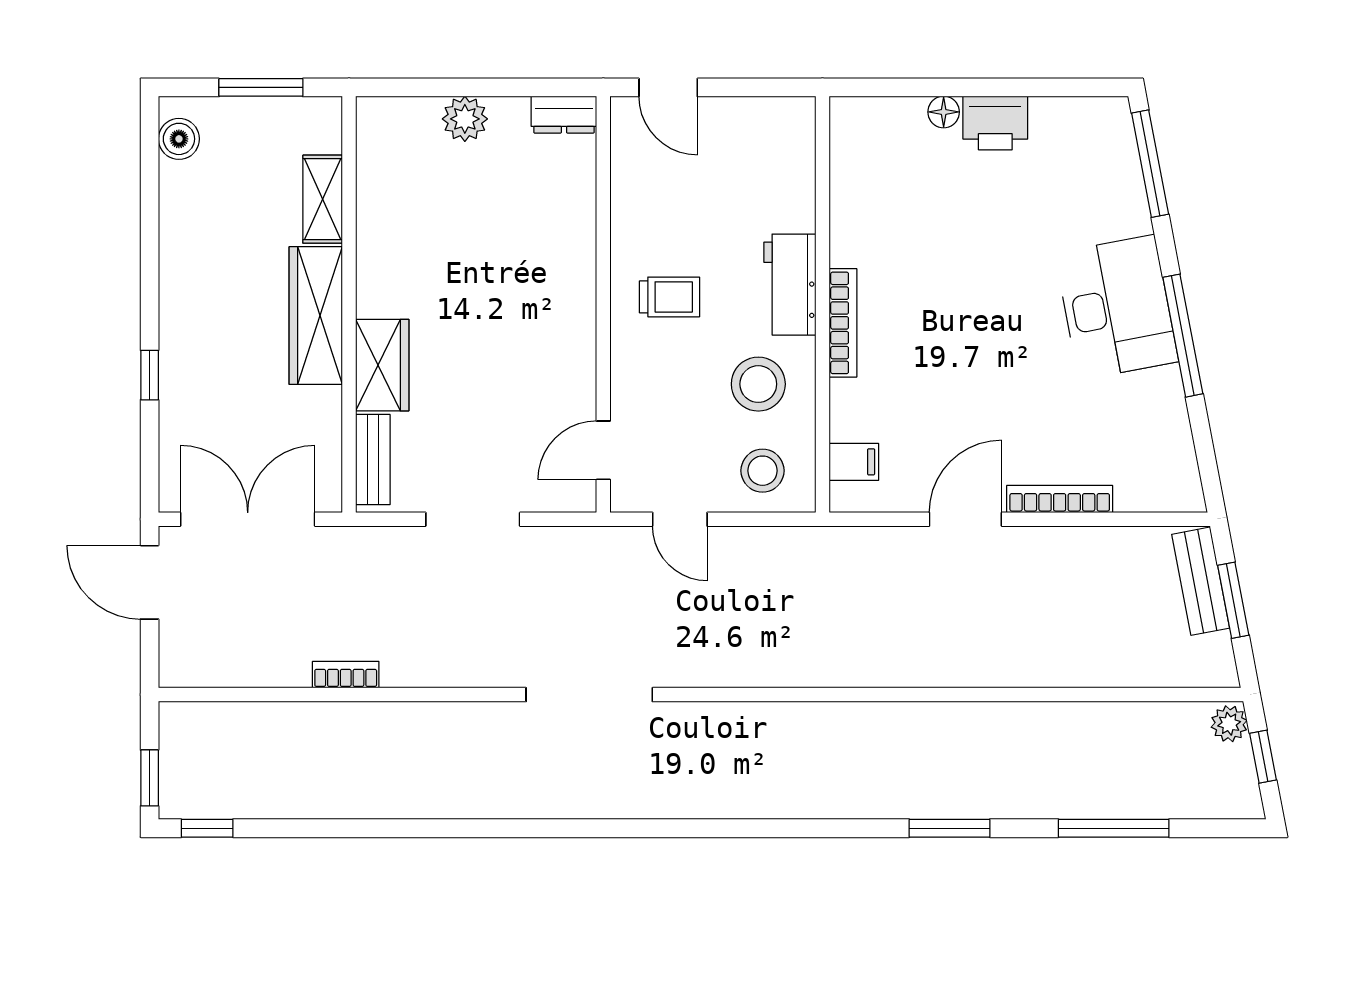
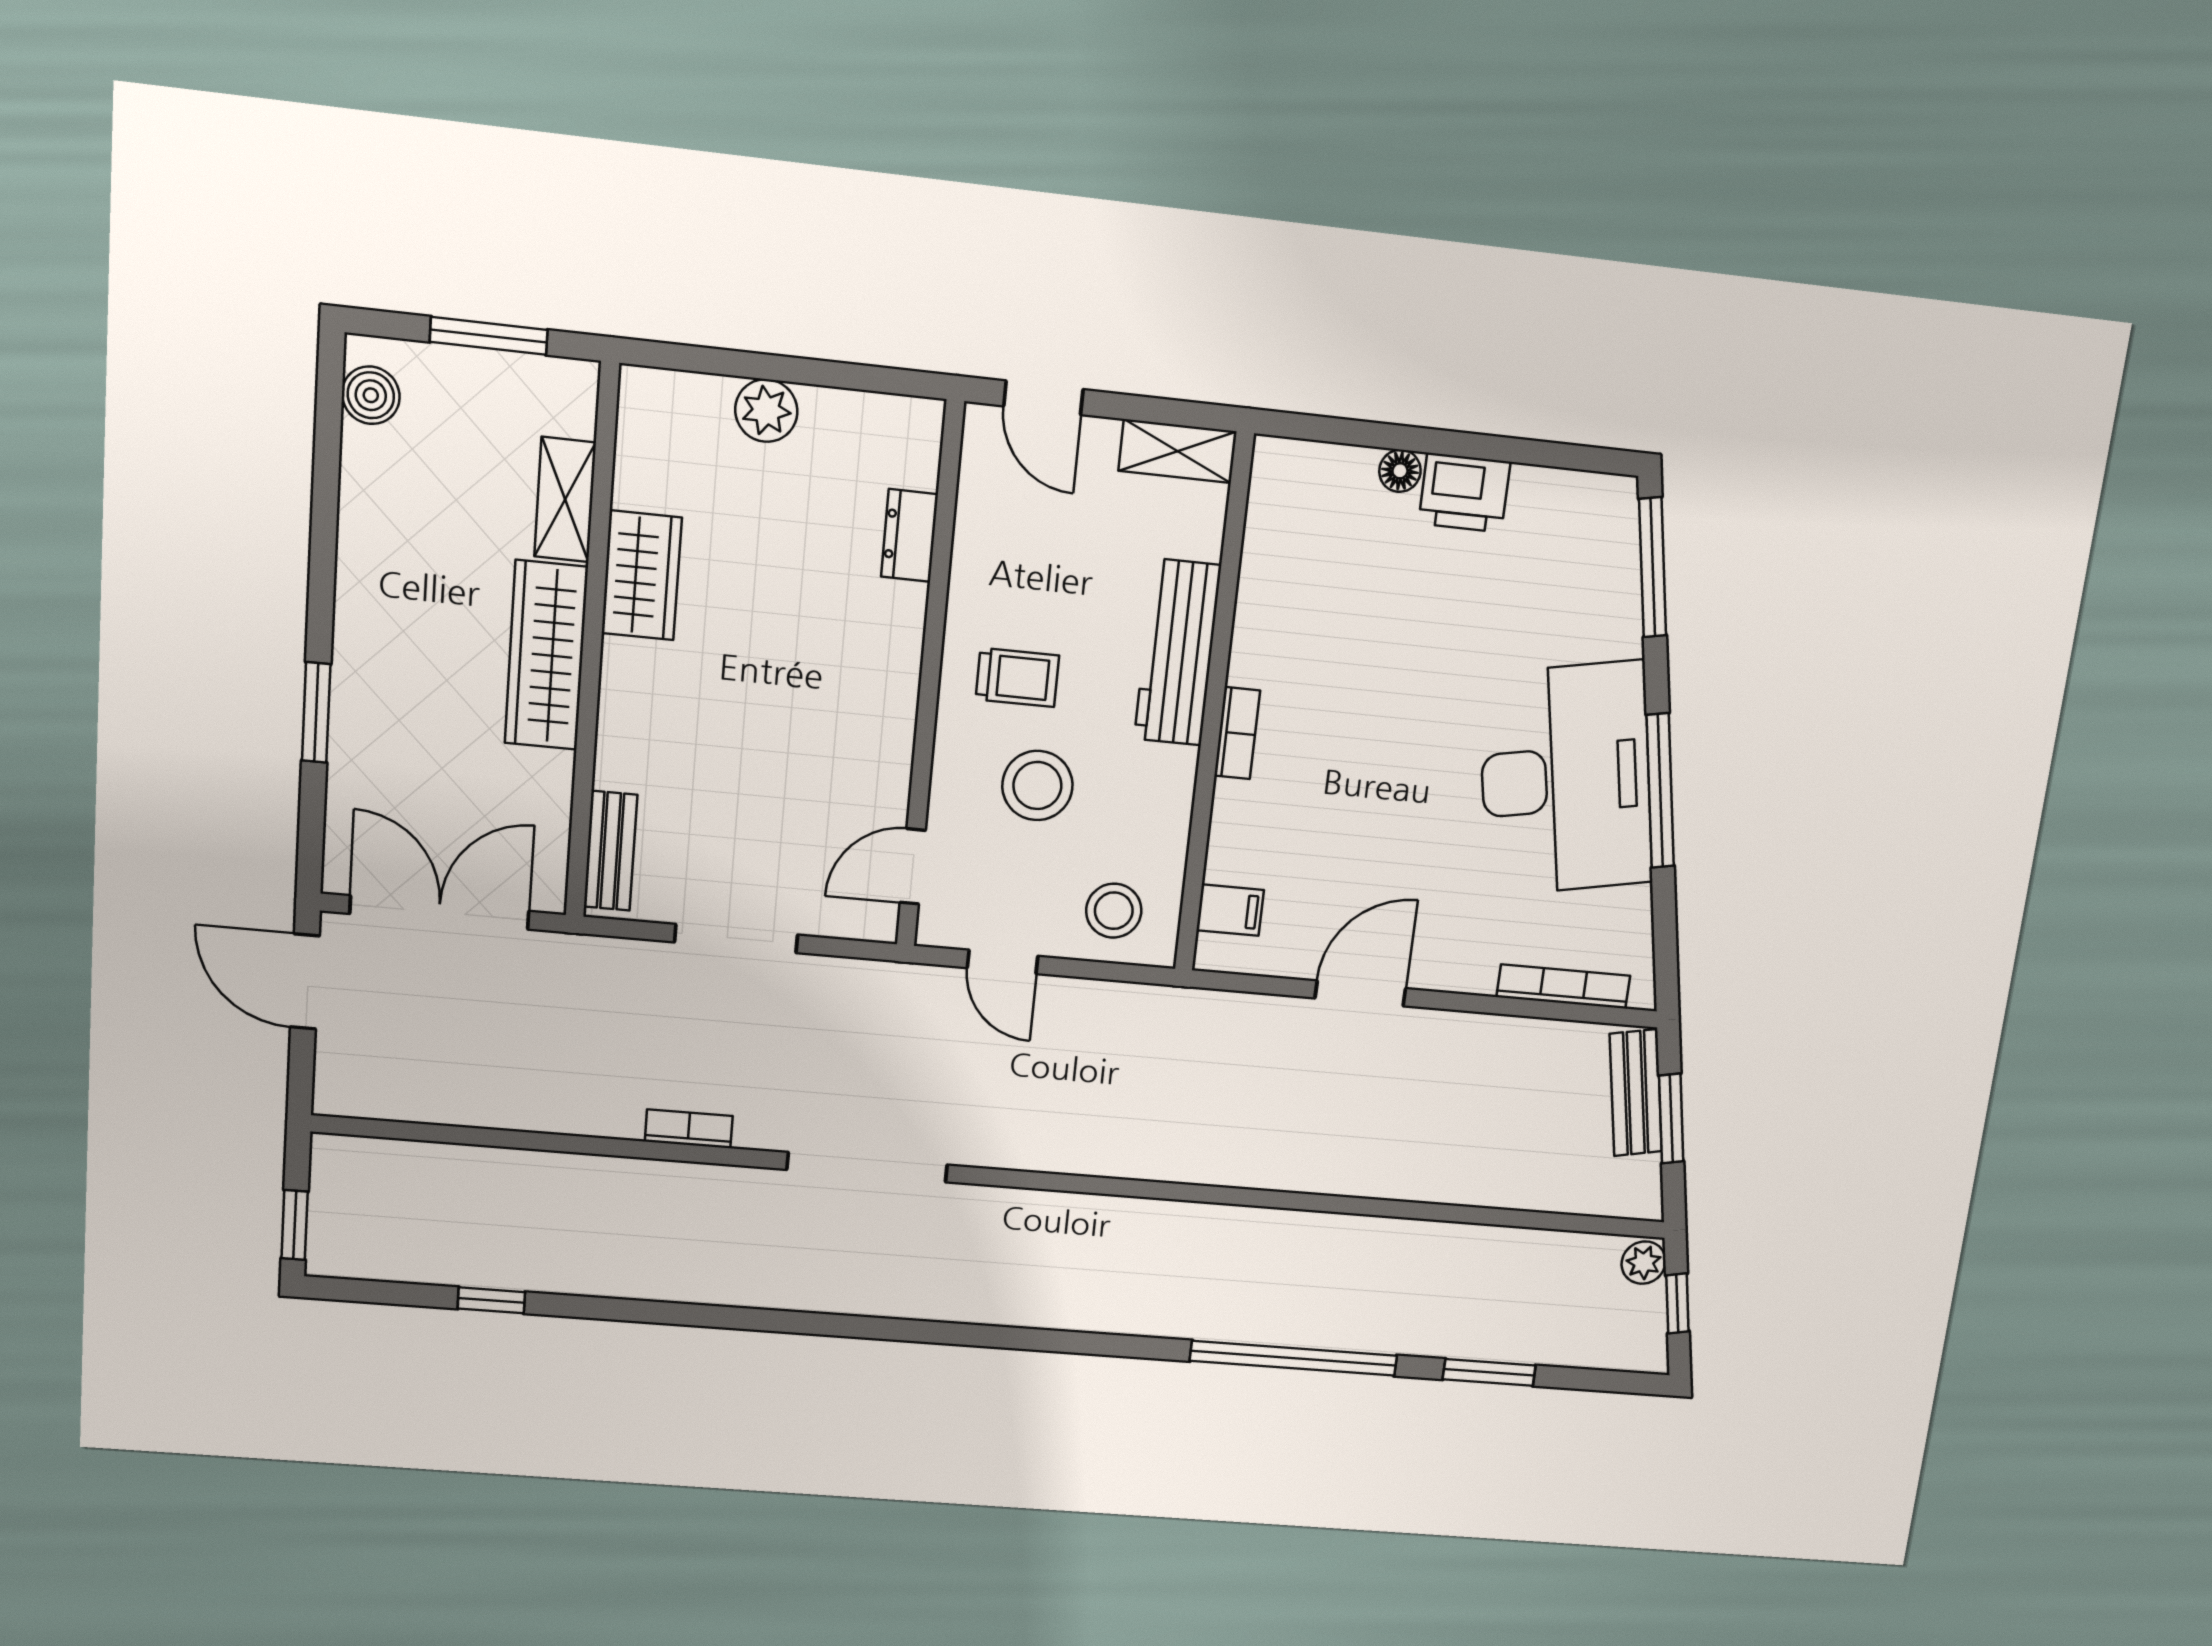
dresser: (564, 115) -> (910, 535), moved, turned 90
shelving: (773, 116) -> (1178, 451), added
workbench: (790, 285) -> (1178, 652), width x1.38
desk: (1117, 307) -> (1566, 779), width x1.36, depth x1.30
bookcase: (843, 323) -> (1237, 733), width x0.64
wardrobe: (382, 365) -> (642, 575), moved
window: (150, 375) -> (316, 712), width x1.50
stool: (758, 384) -> (1037, 786), moved
bookcase: (1060, 499) -> (1563, 986), moved
bookcase: (346, 675) -> (689, 1129), moved
window: (207, 828) -> (491, 1300), moved
window: (950, 828) -> (1294, 1358), width x2.11
window: (1114, 828) -> (1489, 1372), width x0.69

